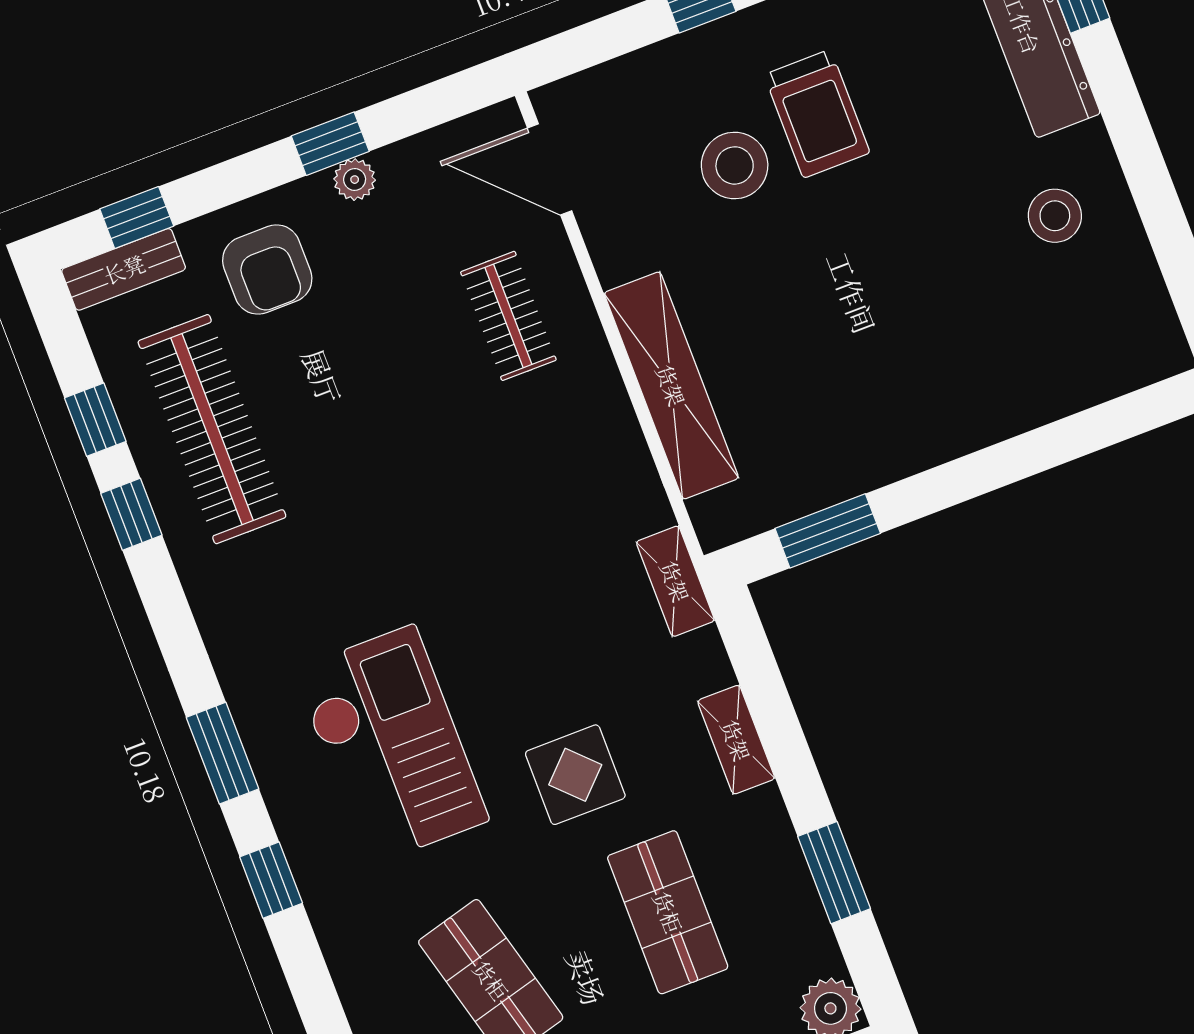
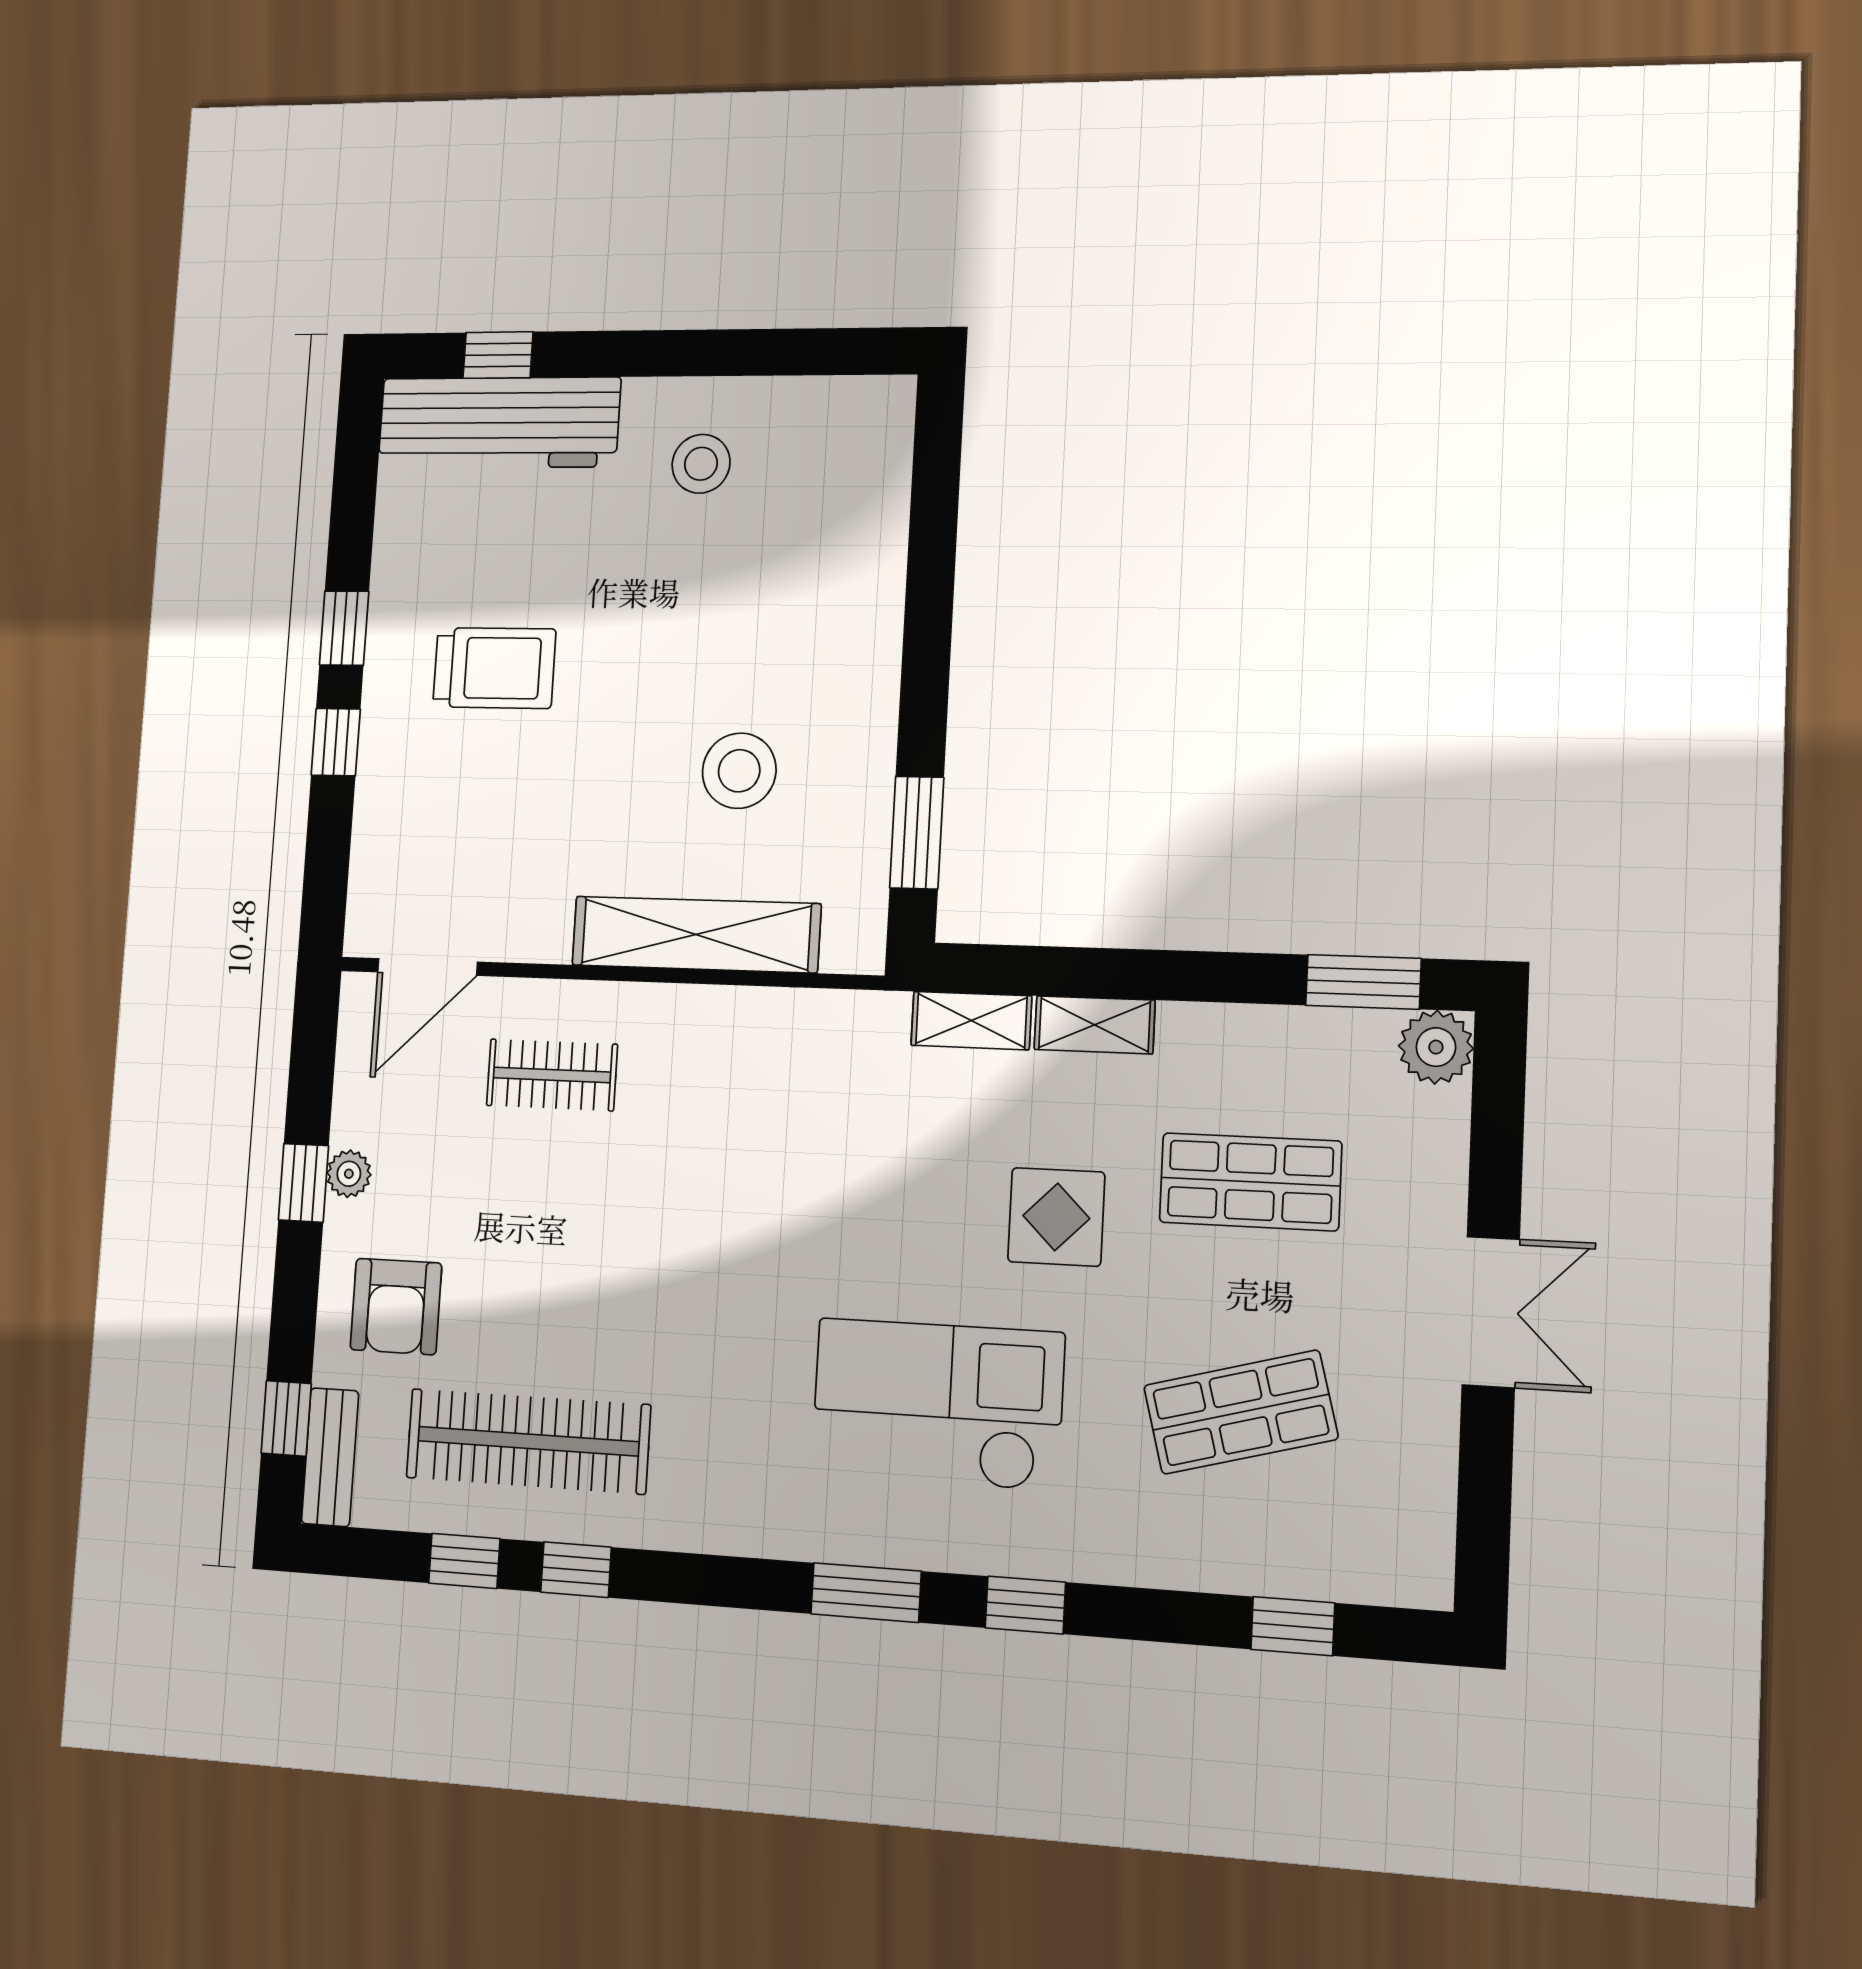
stool: (735, 165) -> (739, 771), moved
armchair: (267, 269) -> (396, 1306), turned 90
shelving: (675, 581) -> (971, 1021), moved
window: (834, 873) -> (1363, 982), moved

